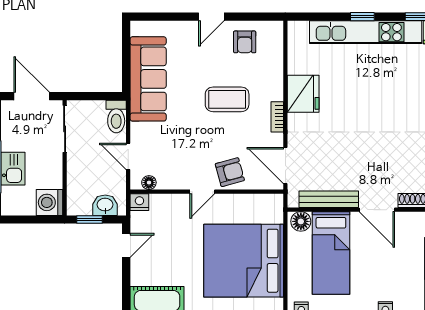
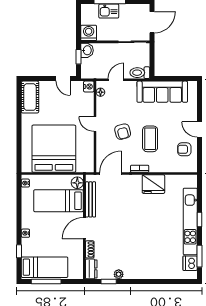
armchair: (230, 172) -> (123, 132), moved
washbasin: (105, 205) -> (87, 50), moved

